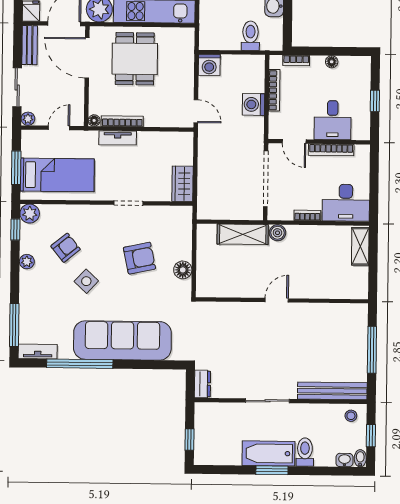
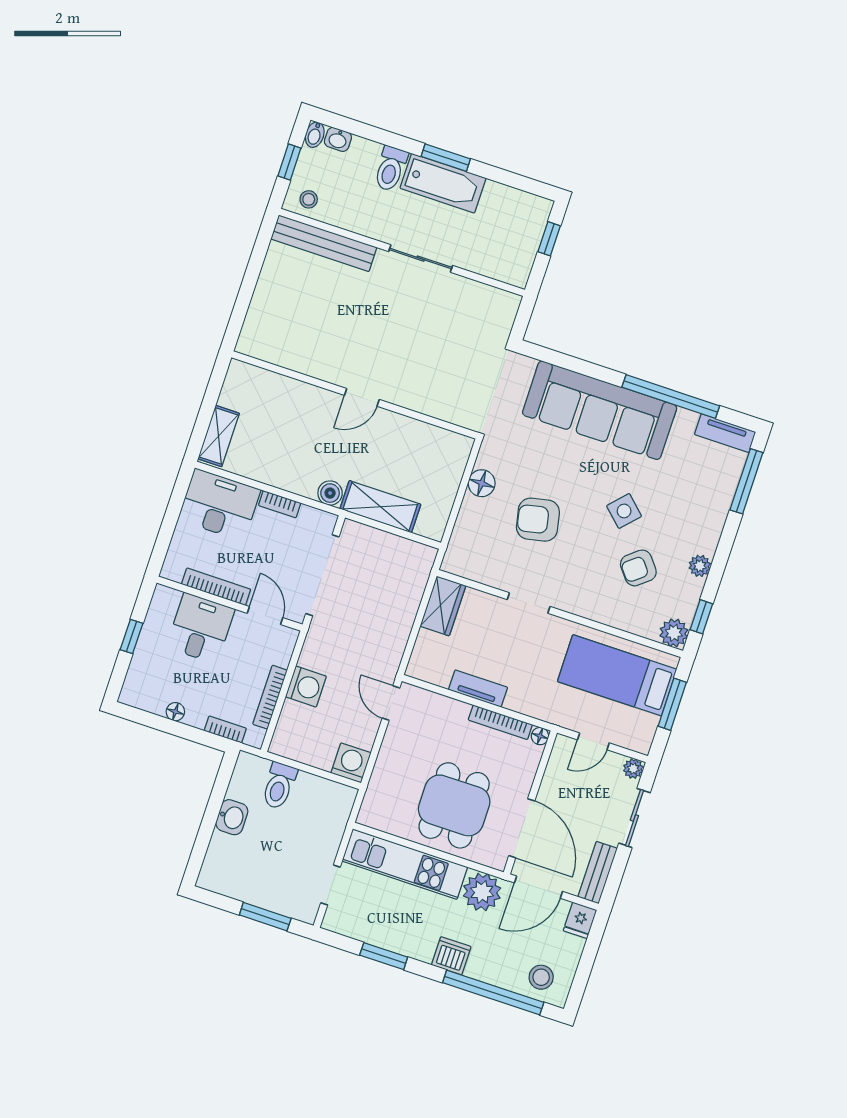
tv unit: (118, 138) -> (478, 688), moved
window: (372, 350) -> (249, 284), removed
dresser: (202, 384) -> (505, 312), removed

